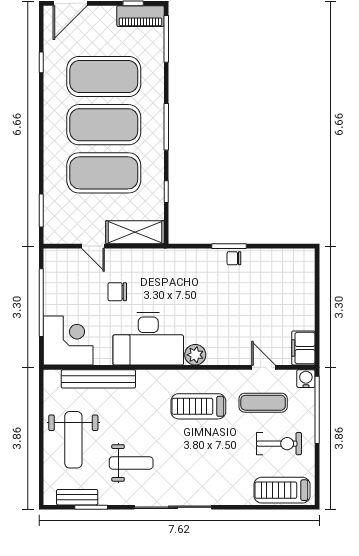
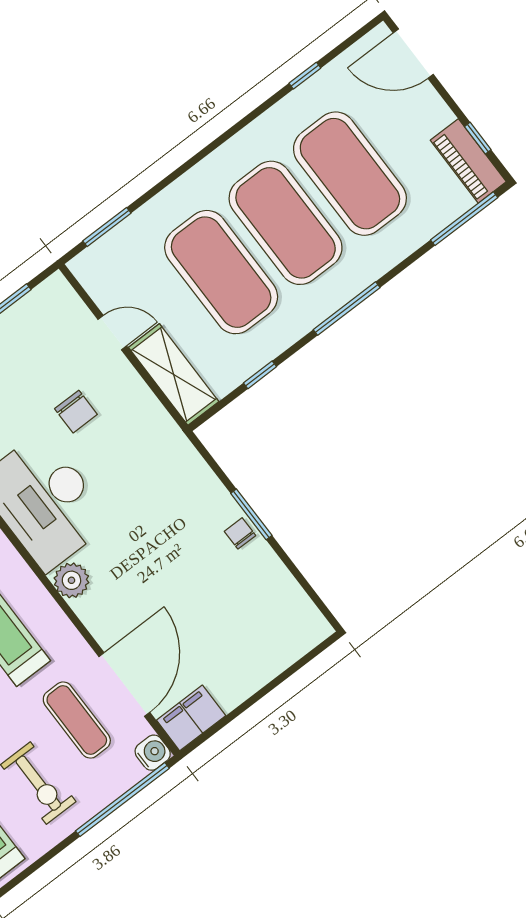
door: (93, 246) -> (112, 333), swing flipped
chair: (117, 292) -> (76, 412), turned 180
door: (264, 367) -> (124, 685), width x1.87

